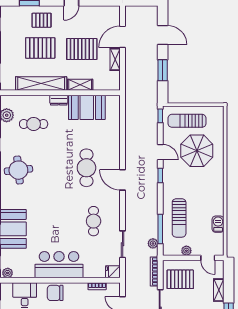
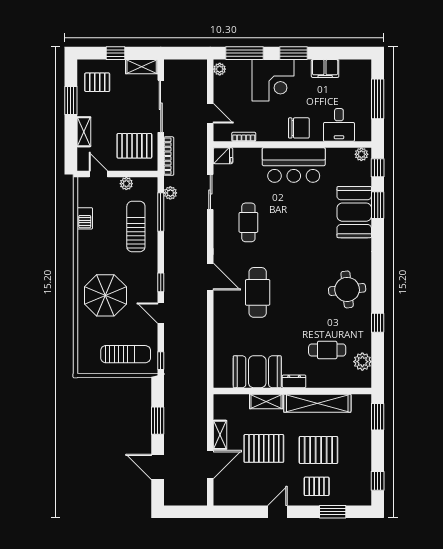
parasol: (197, 151) -> (105, 295), moved

